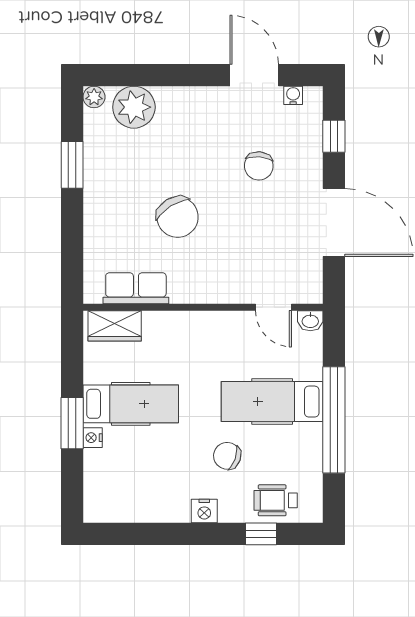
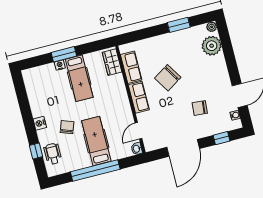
row of seats: (203, 288) -> (139, 97), added

